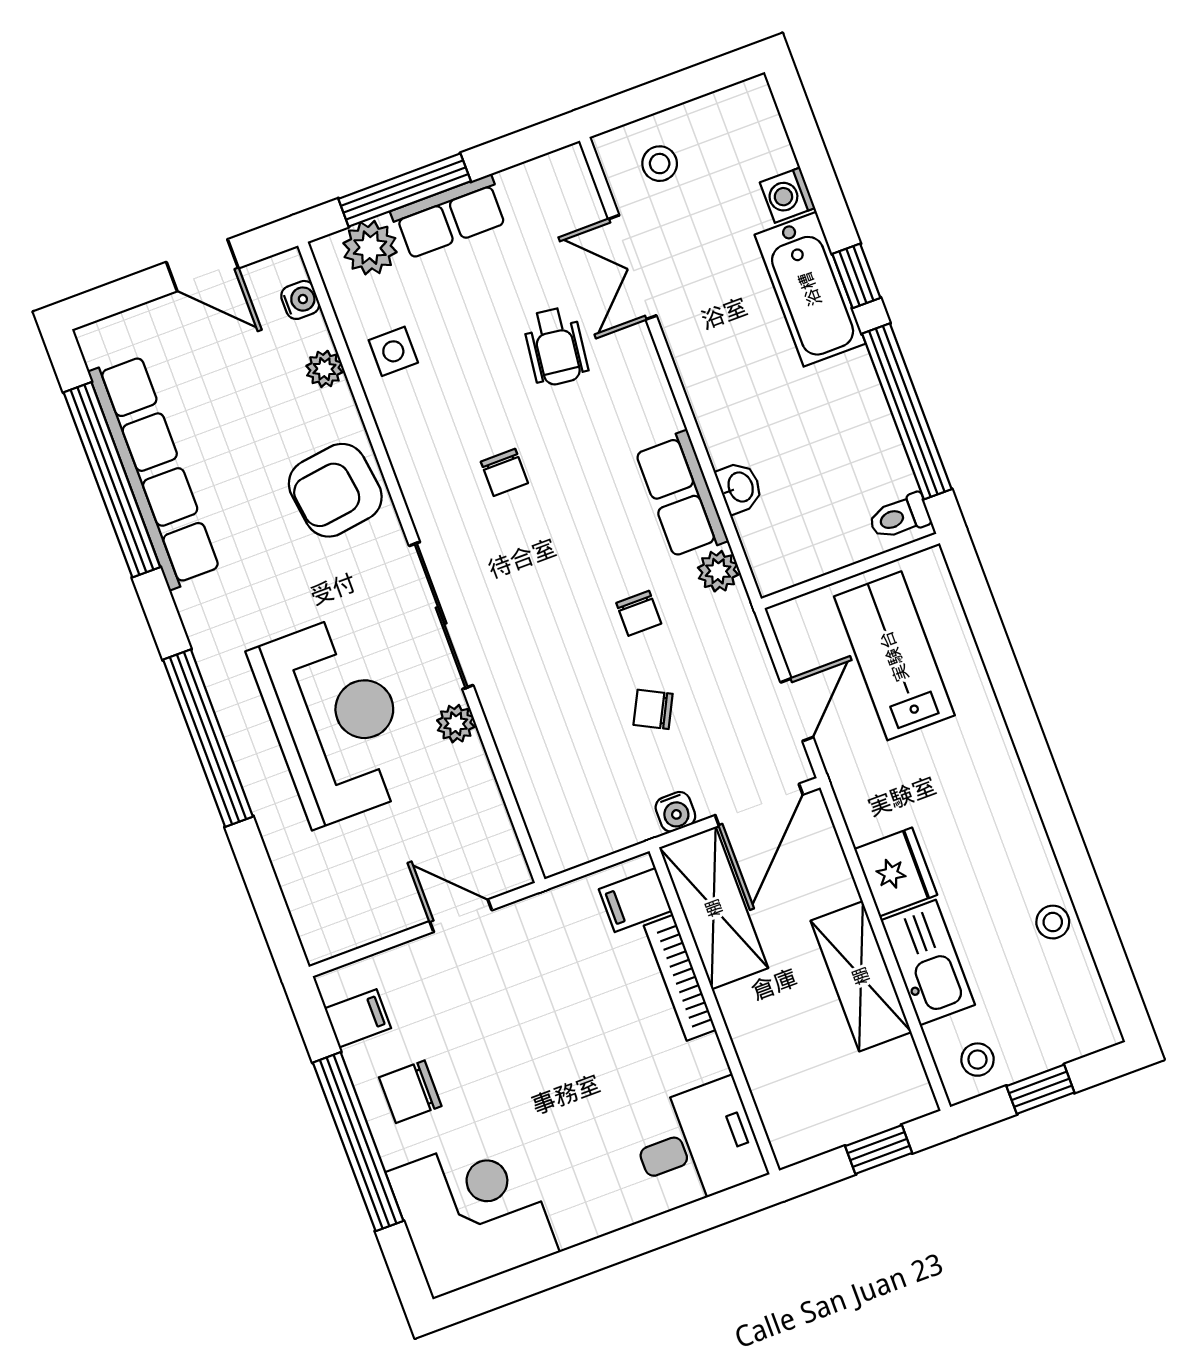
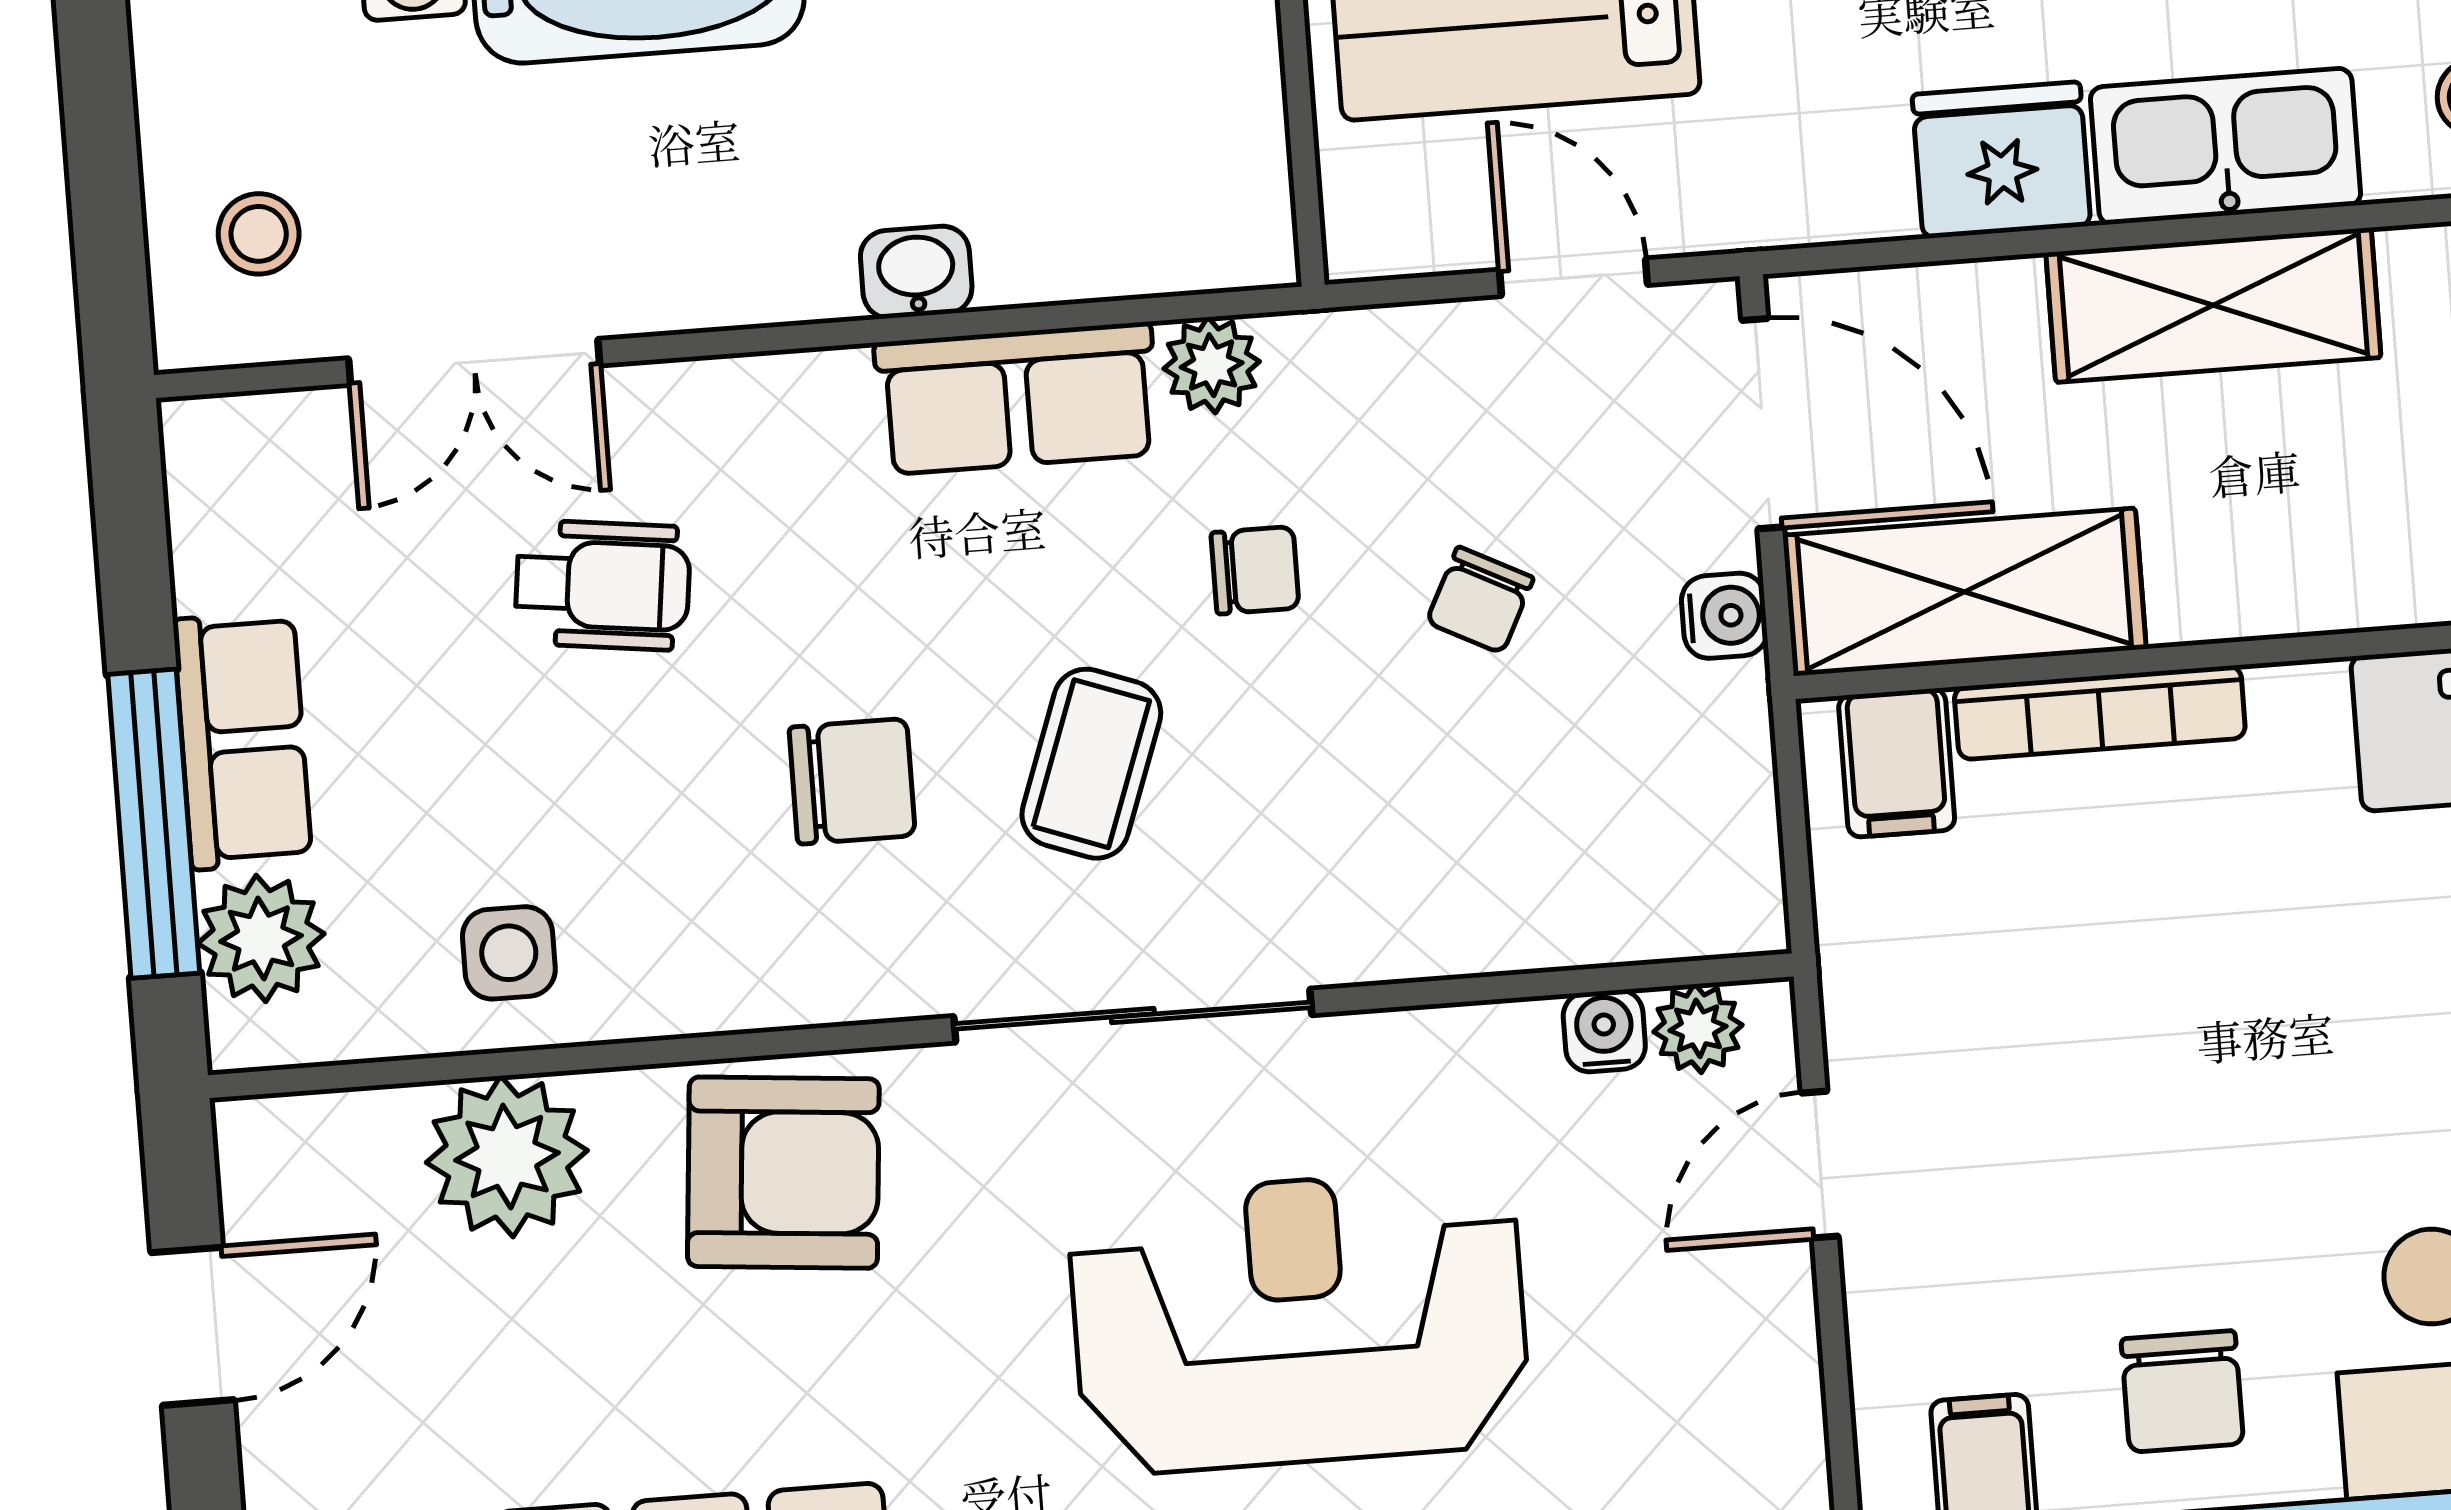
water cooler: (300, 300) -> (1604, 1031), moved
plant: (324, 369) -> (507, 1156), width x1.88, depth x1.88
chair: (504, 472) -> (852, 781), width x1.37, depth x1.37
washbasin: (740, 487) -> (916, 272), moved
armchair: (335, 490) -> (783, 1173), turned -77
coffee table: (540, 569) -> (1091, 764), added
plant: (456, 724) -> (1698, 1028), moved

